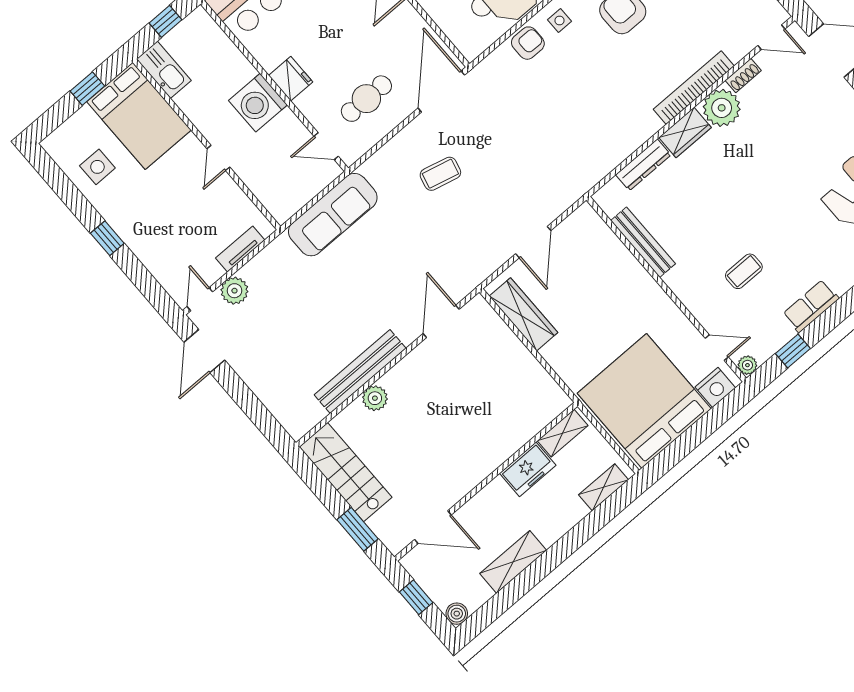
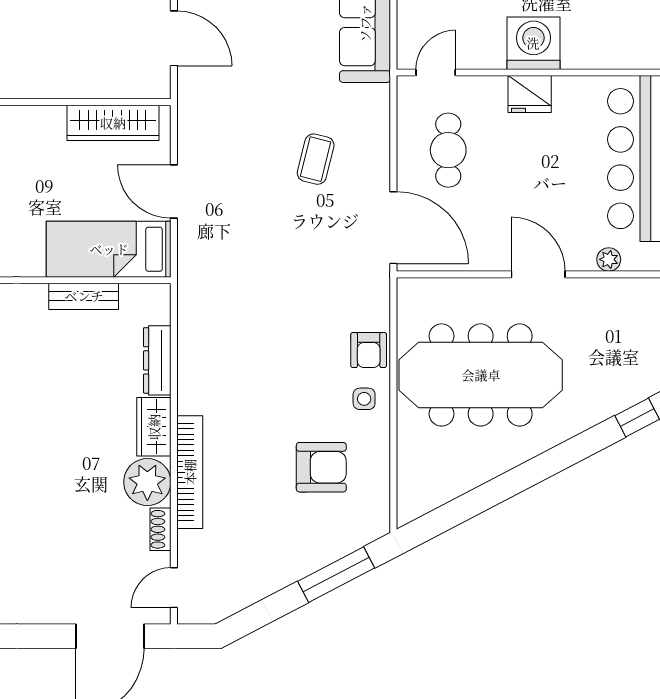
bench: (643, 242) -> (84, 296), width x0.73
bed: (602, 252) -> (109, 249), added

